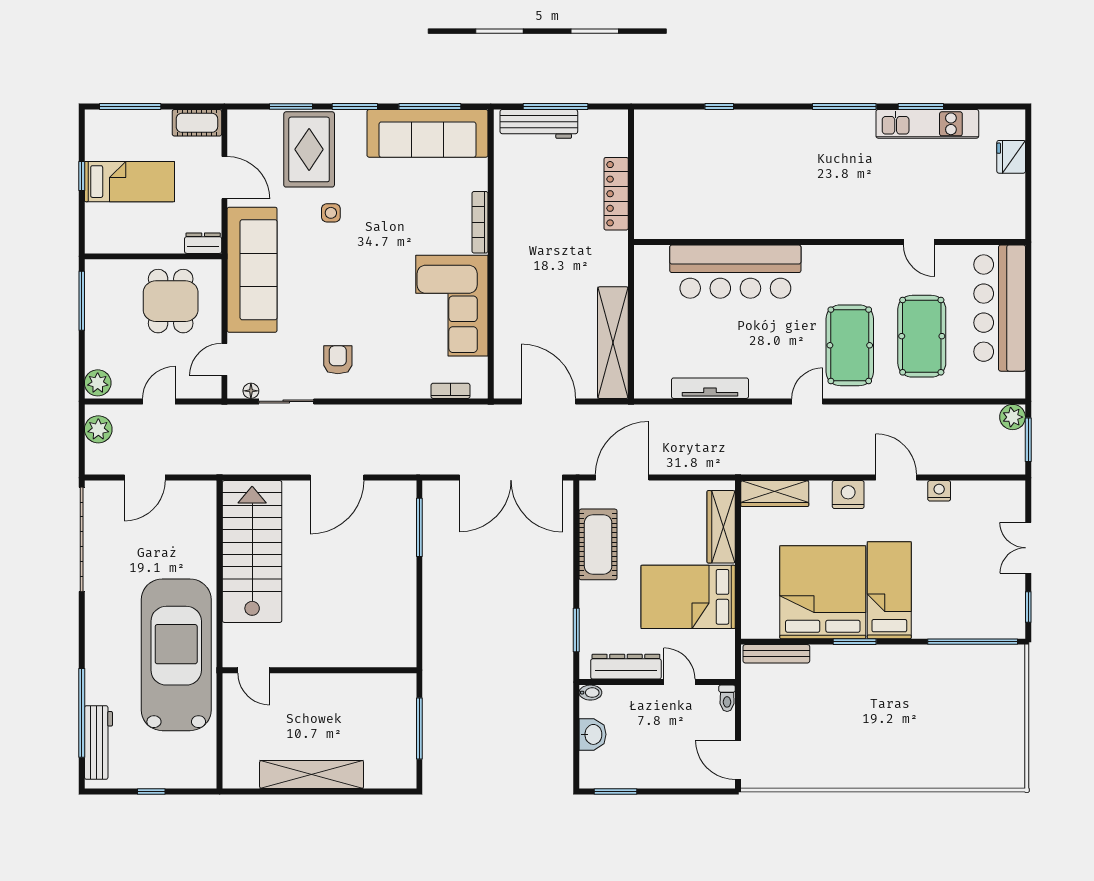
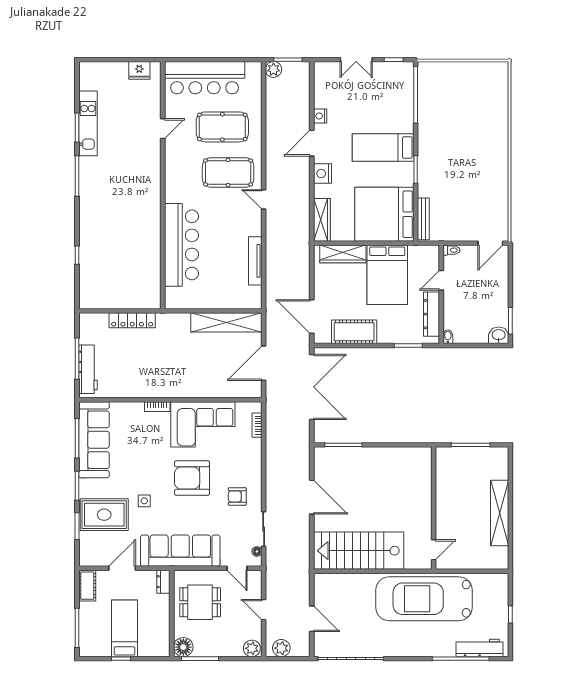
fridge: (1011, 157) -> (139, 70), moved
bookcase: (480, 222) -> (157, 407), width x0.64
floor lamp: (100, 275) -> (183, 647), added
armchair: (367, 288) -> (192, 478), added
bed: (823, 592) -> (384, 214), moved
washbasin: (593, 734) -> (499, 335), moved

